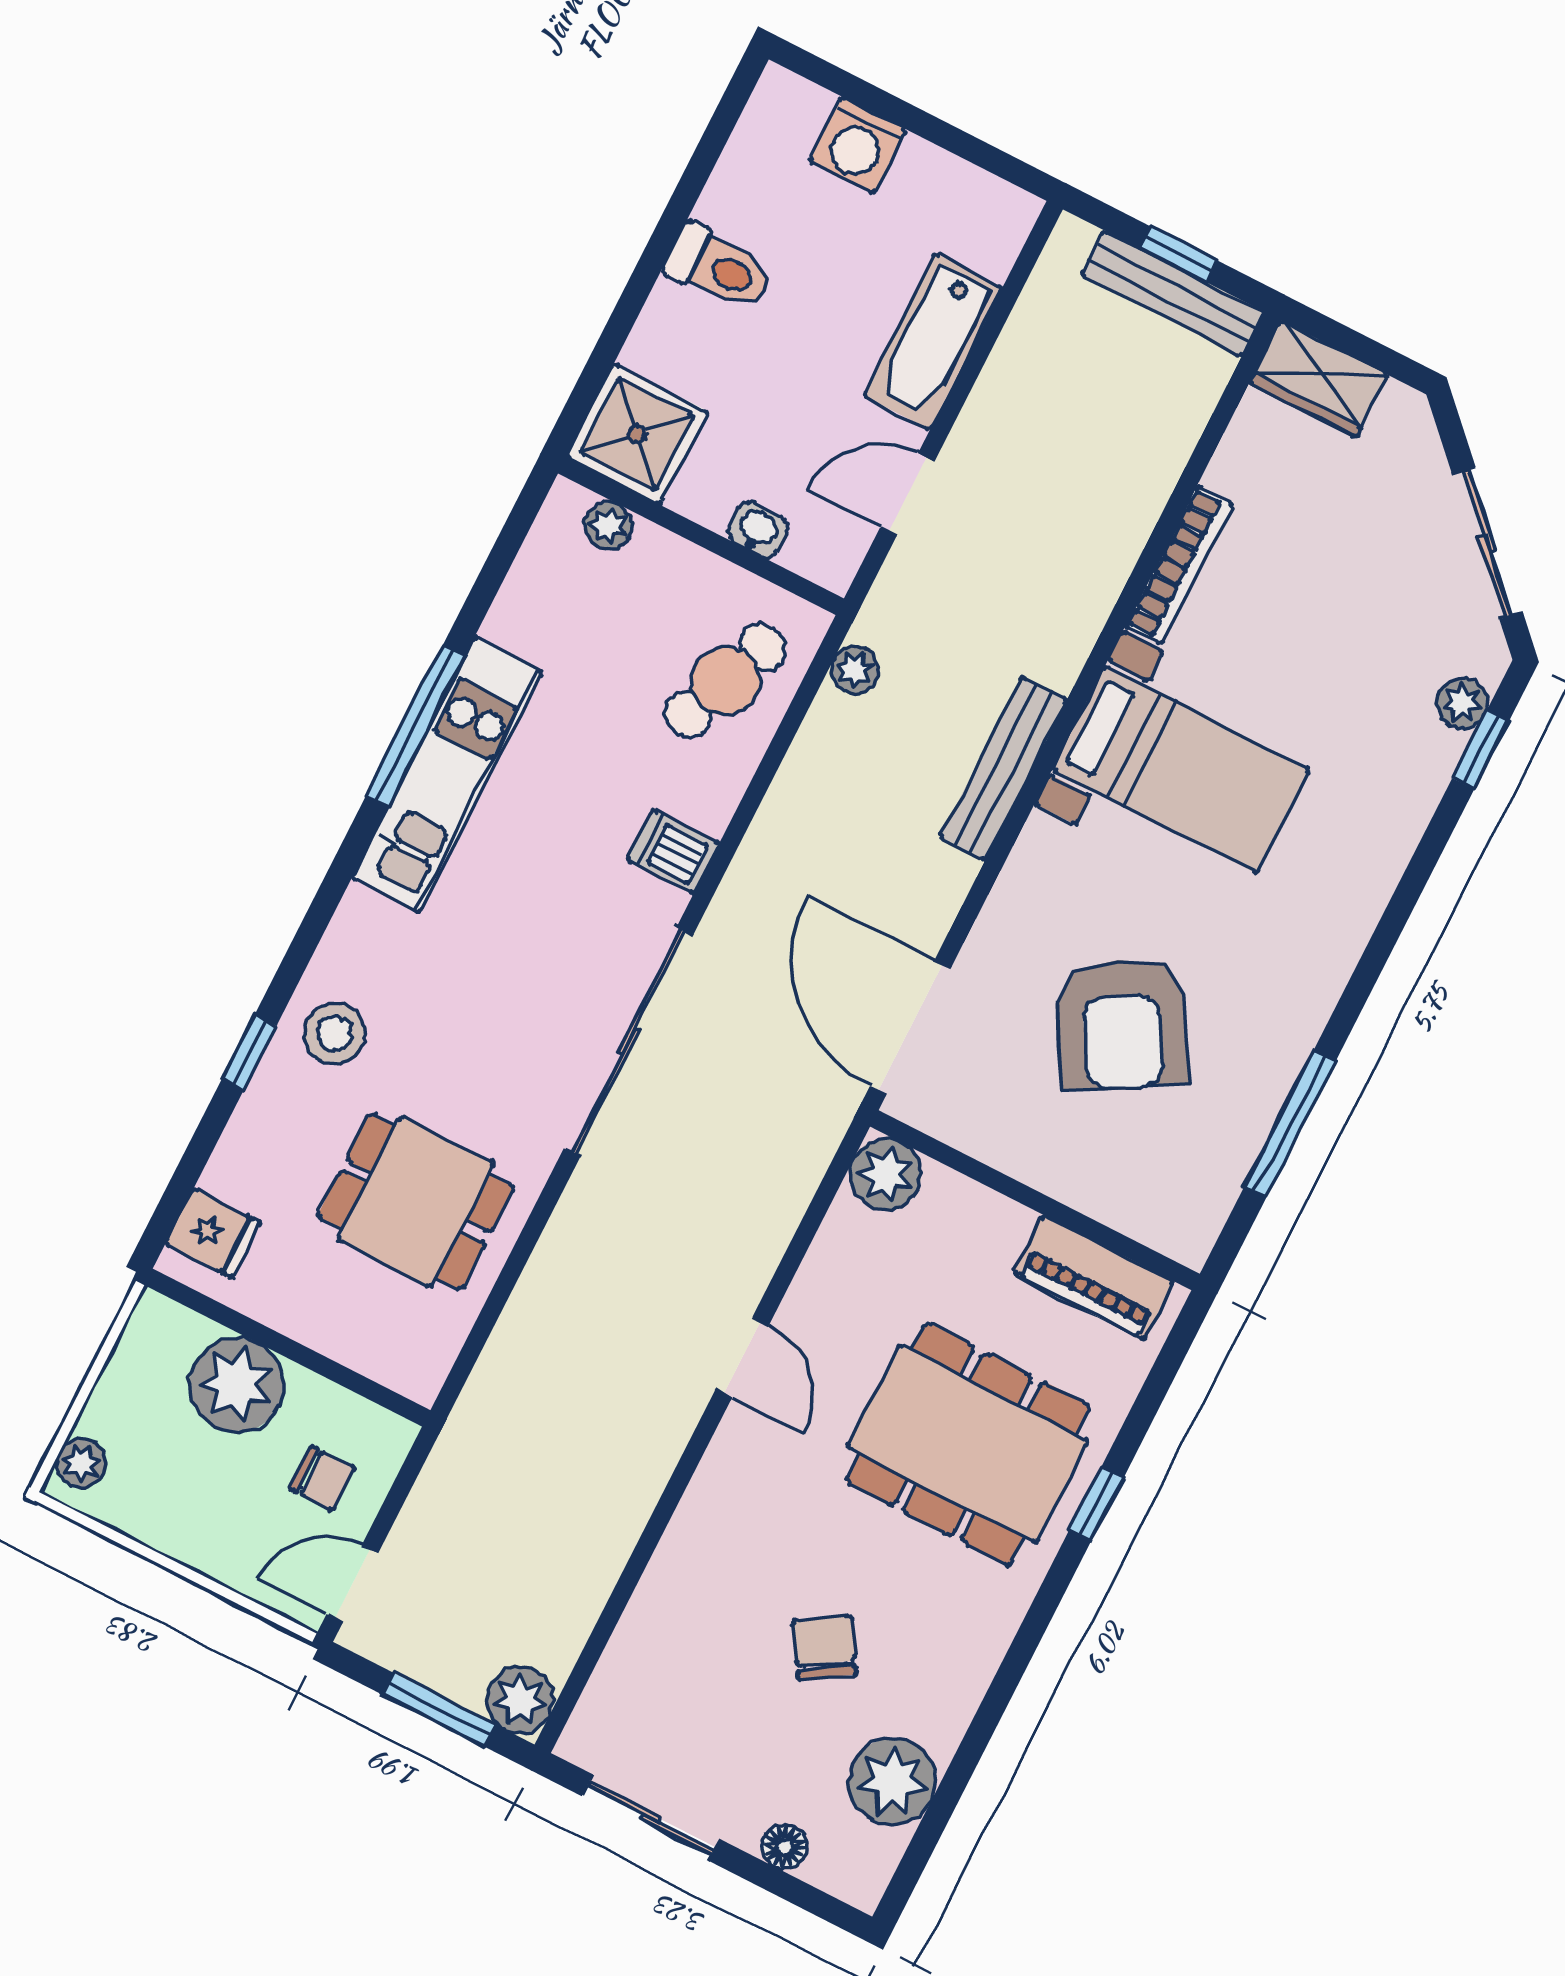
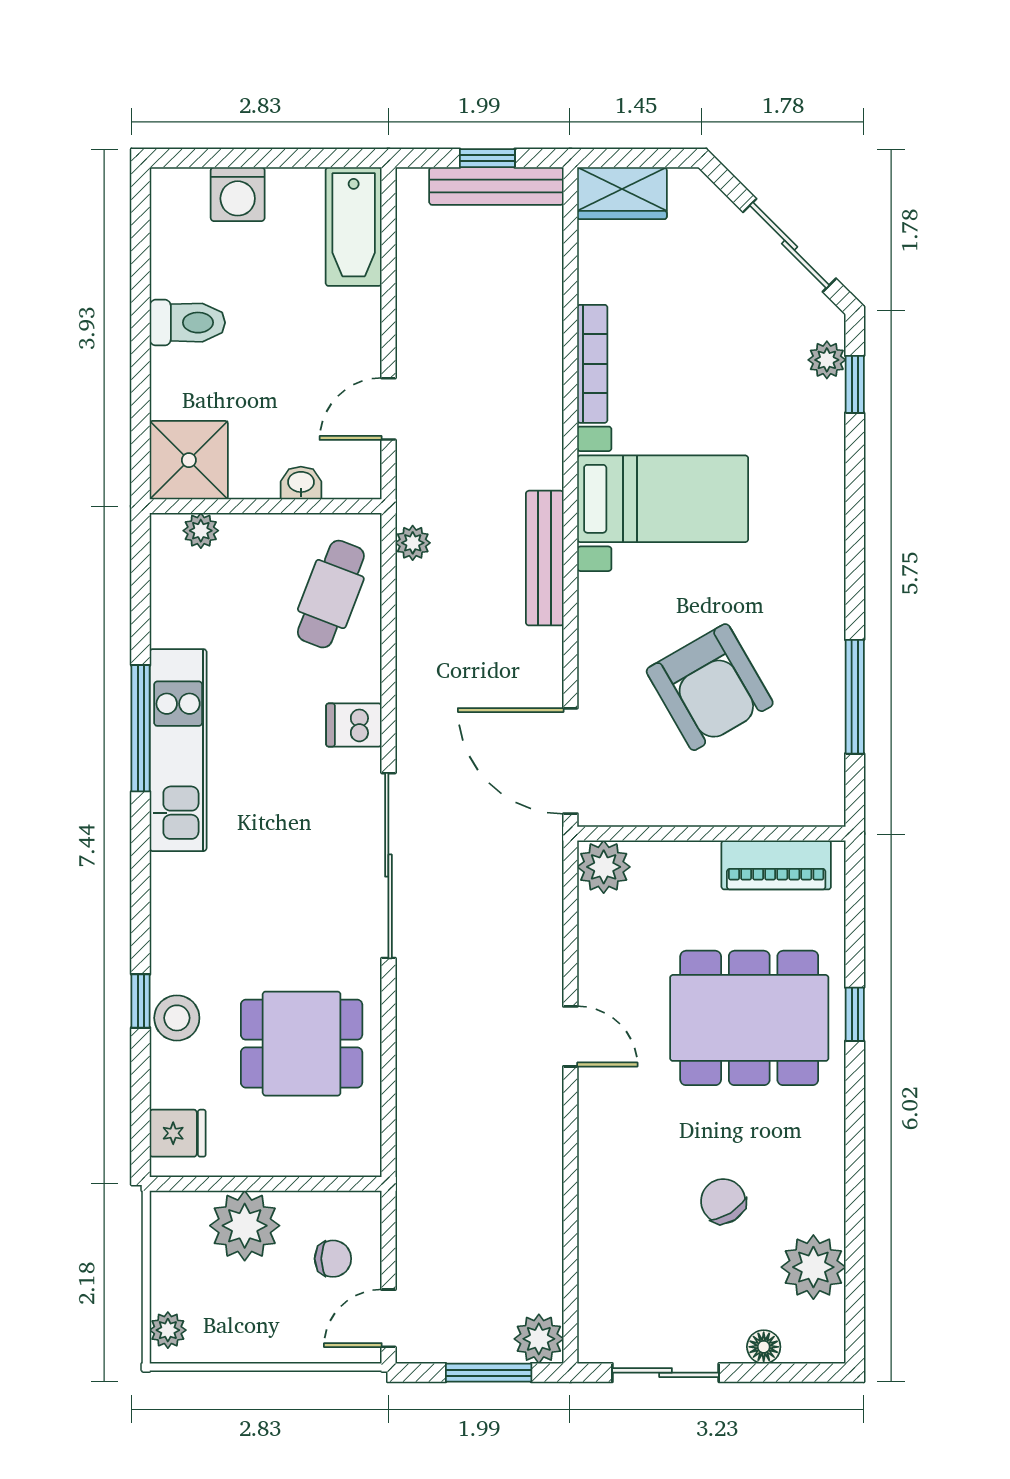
bathtub: (933, 342) -> (354, 227), moved
stool: (334, 1033) -> (177, 1018), moved

